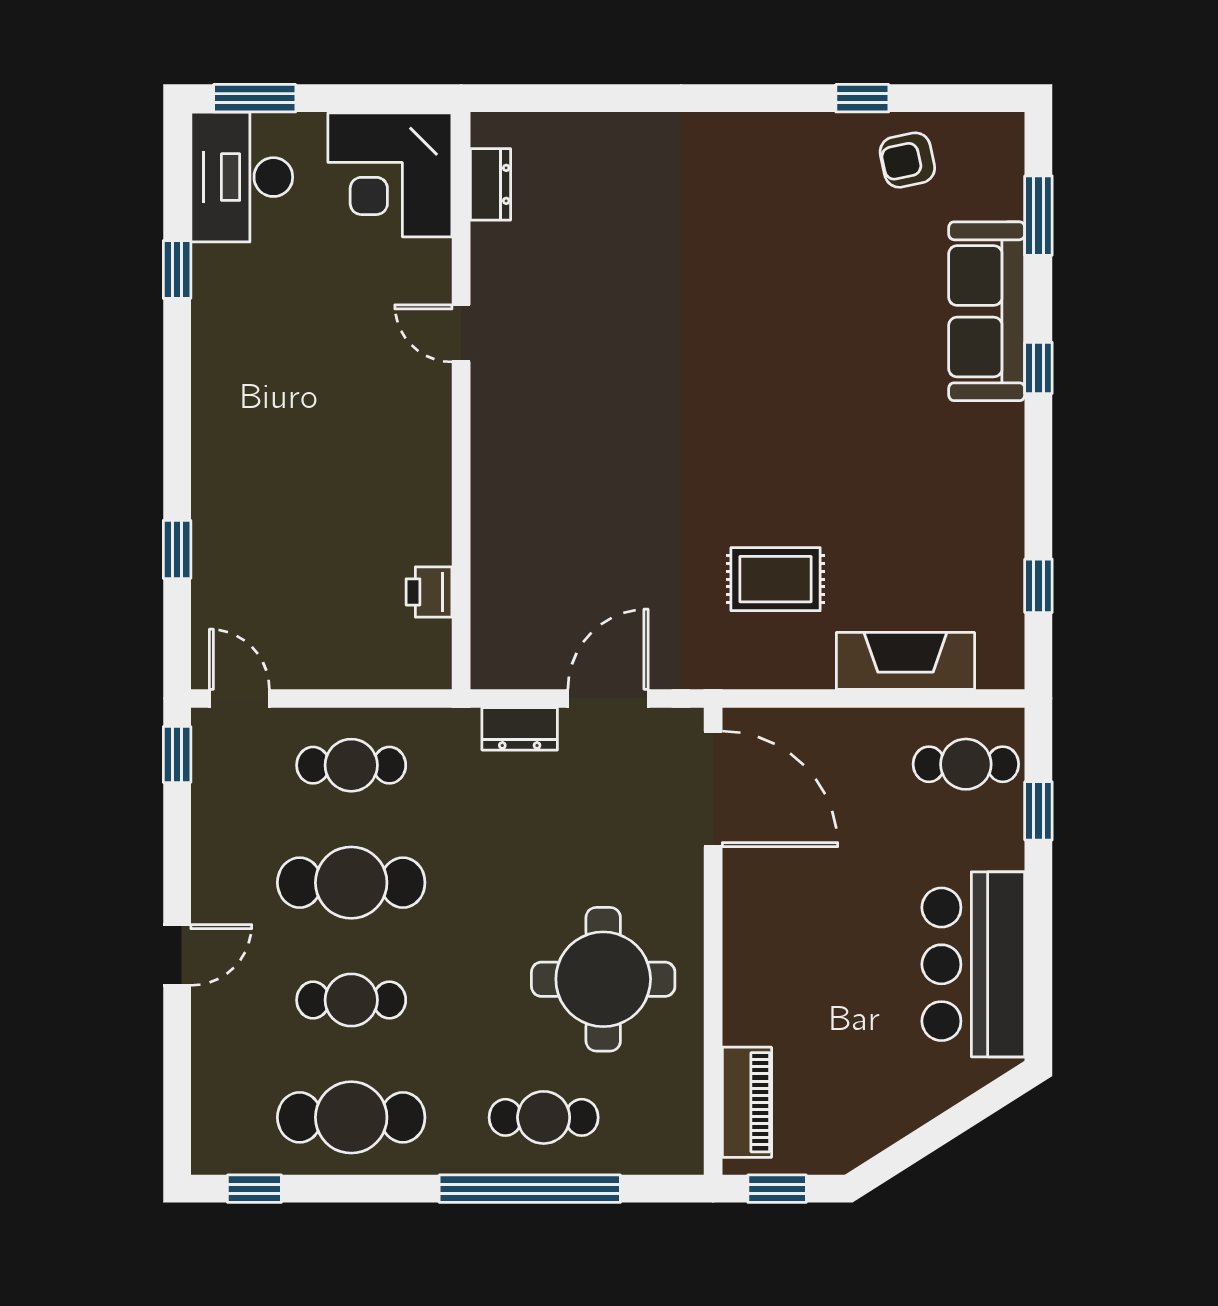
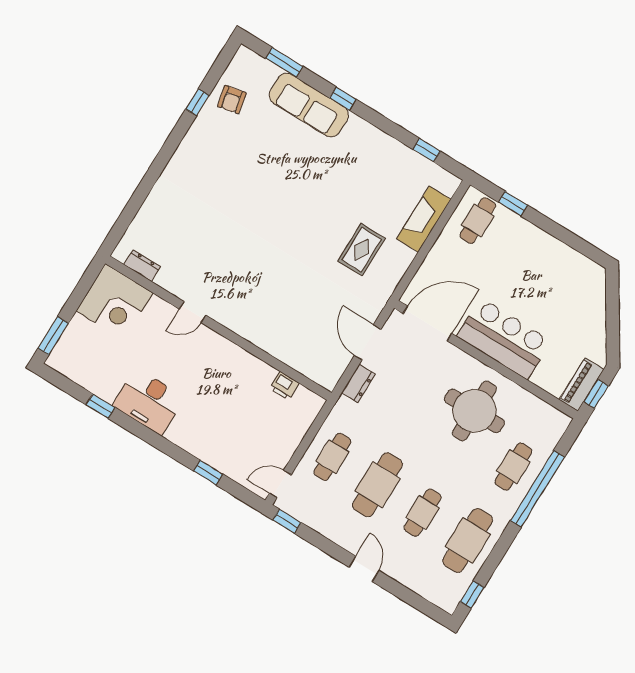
desk: (242, 177) -> (149, 402), moved
bar counter: (973, 964) -> (504, 339), moved, turned 180
piano: (747, 1102) -> (581, 385), moved, turned -90

